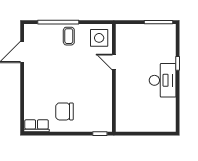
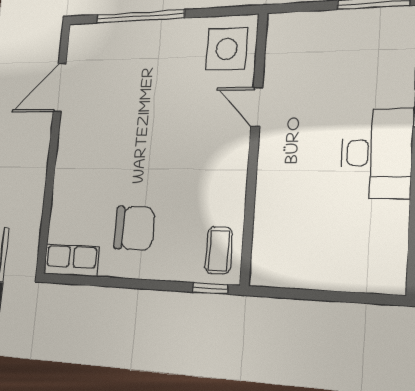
coffee table: (69, 36) -> (219, 250), moved
chair: (64, 111) -> (134, 228), turned 180

